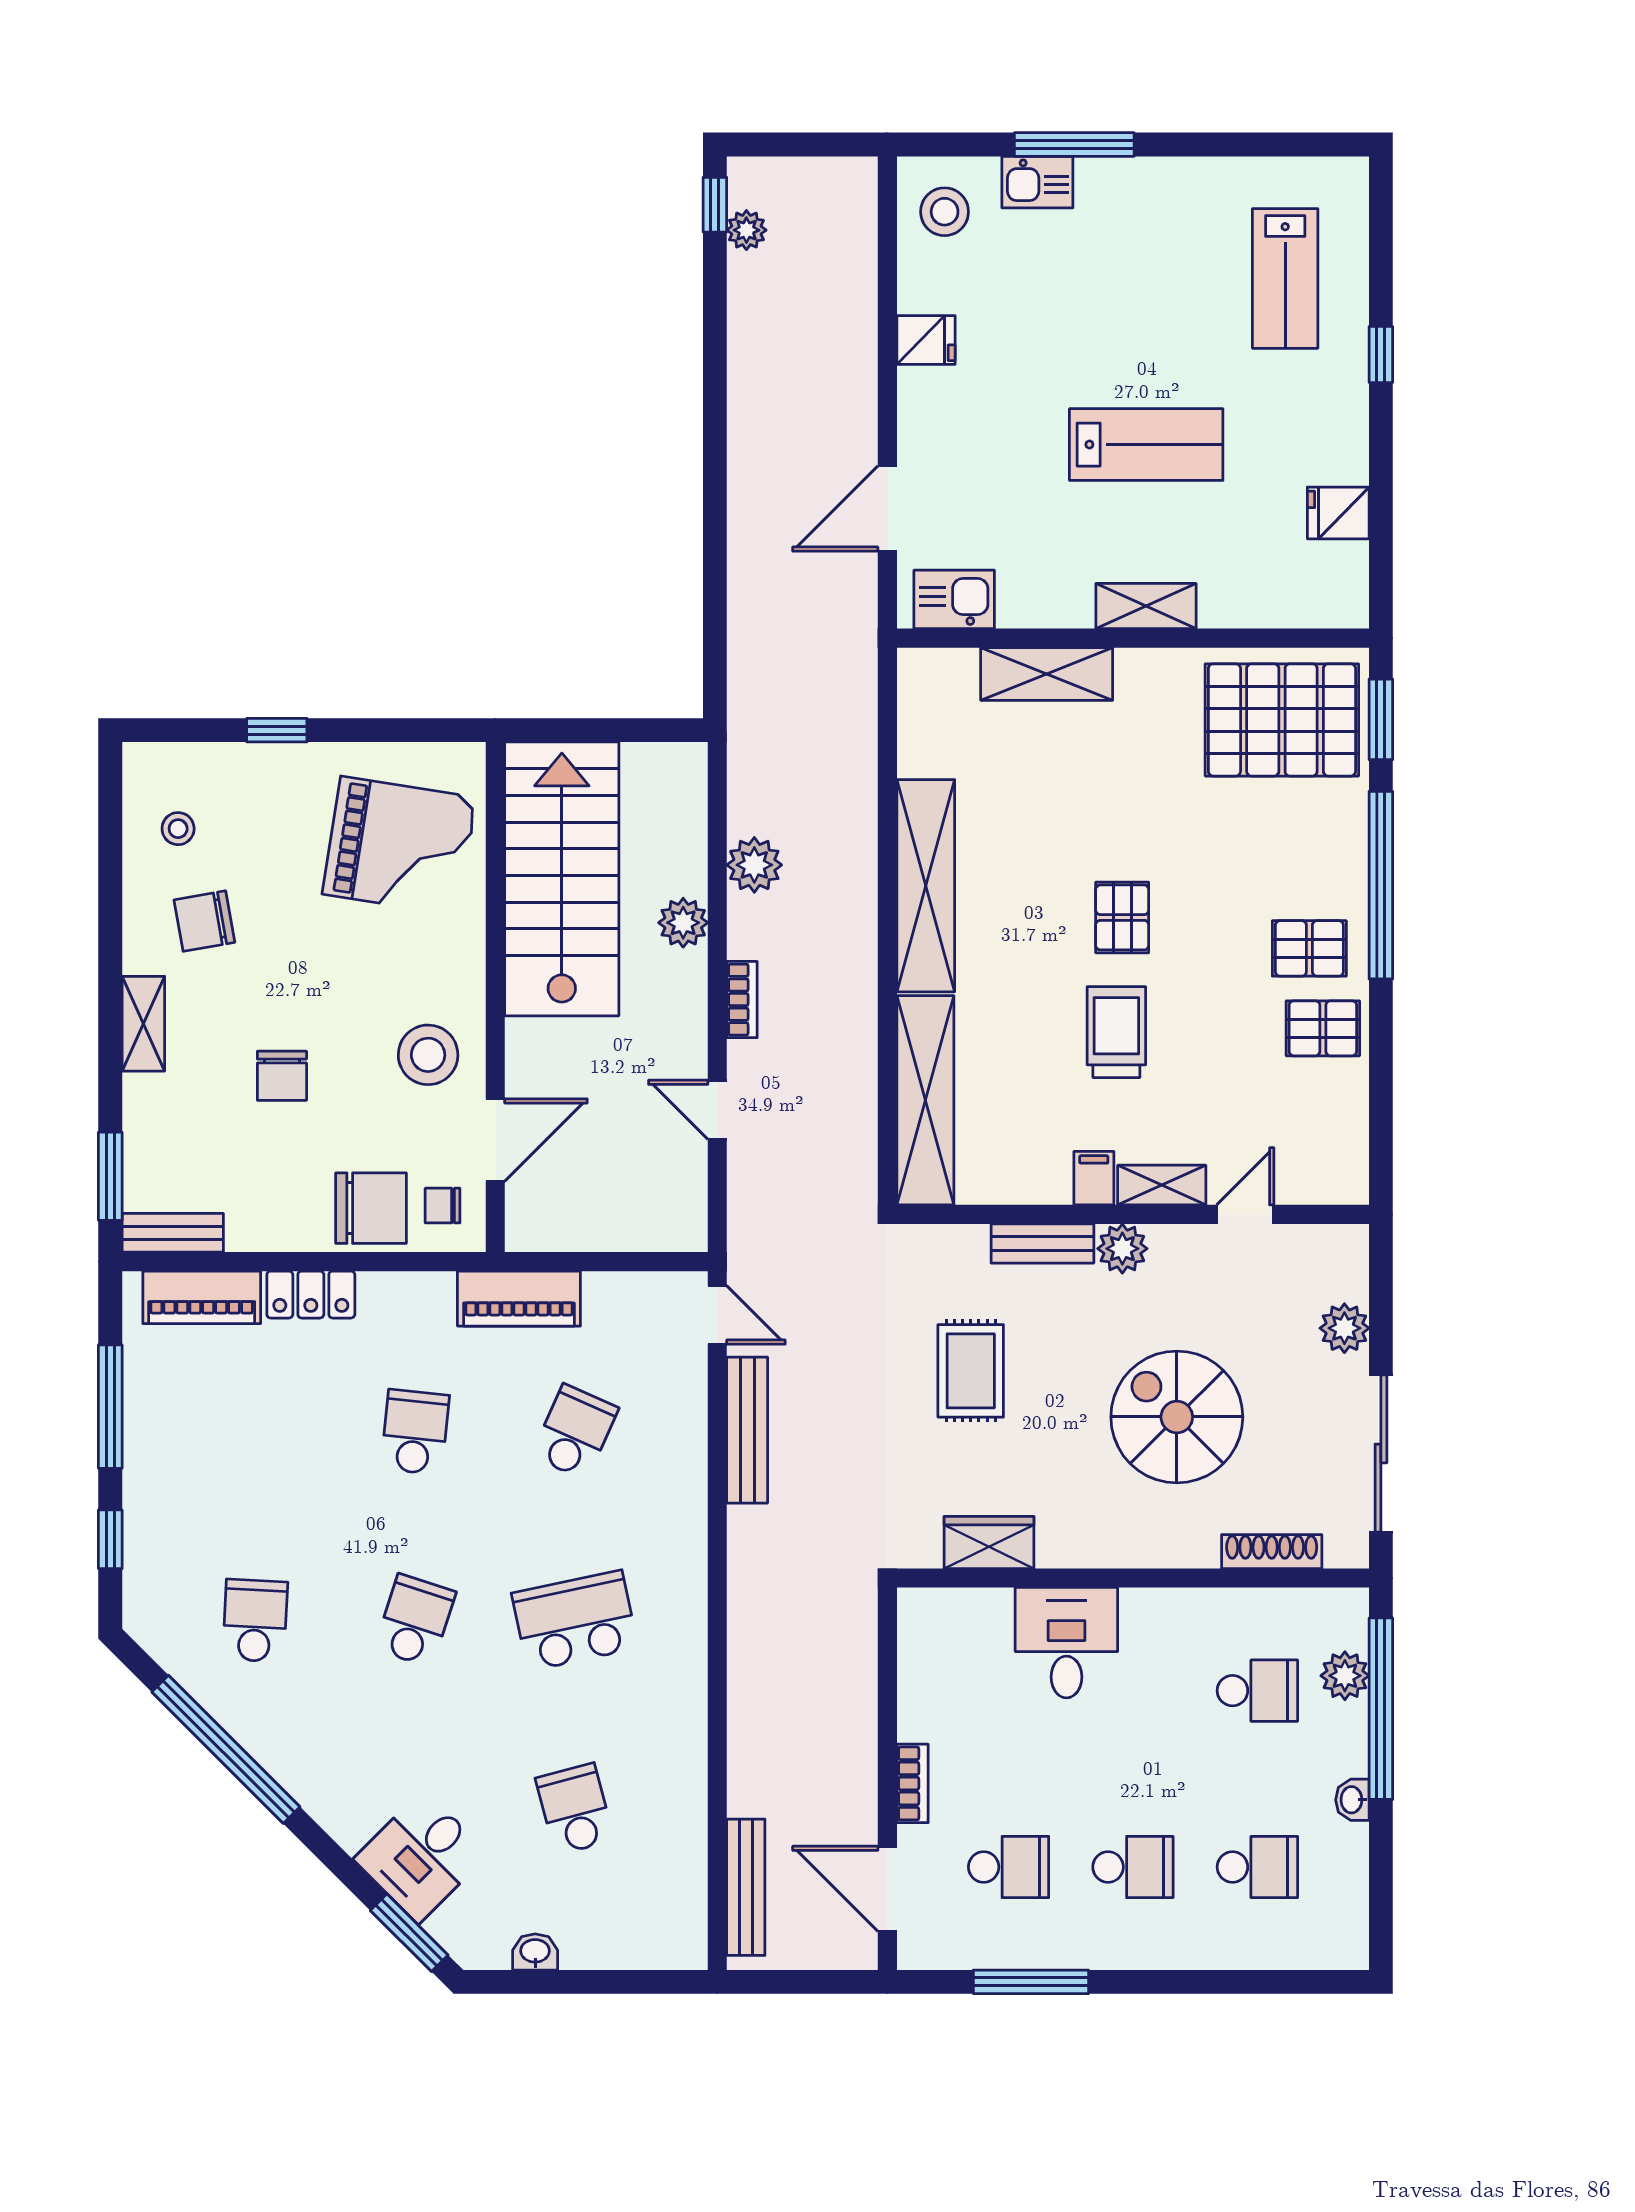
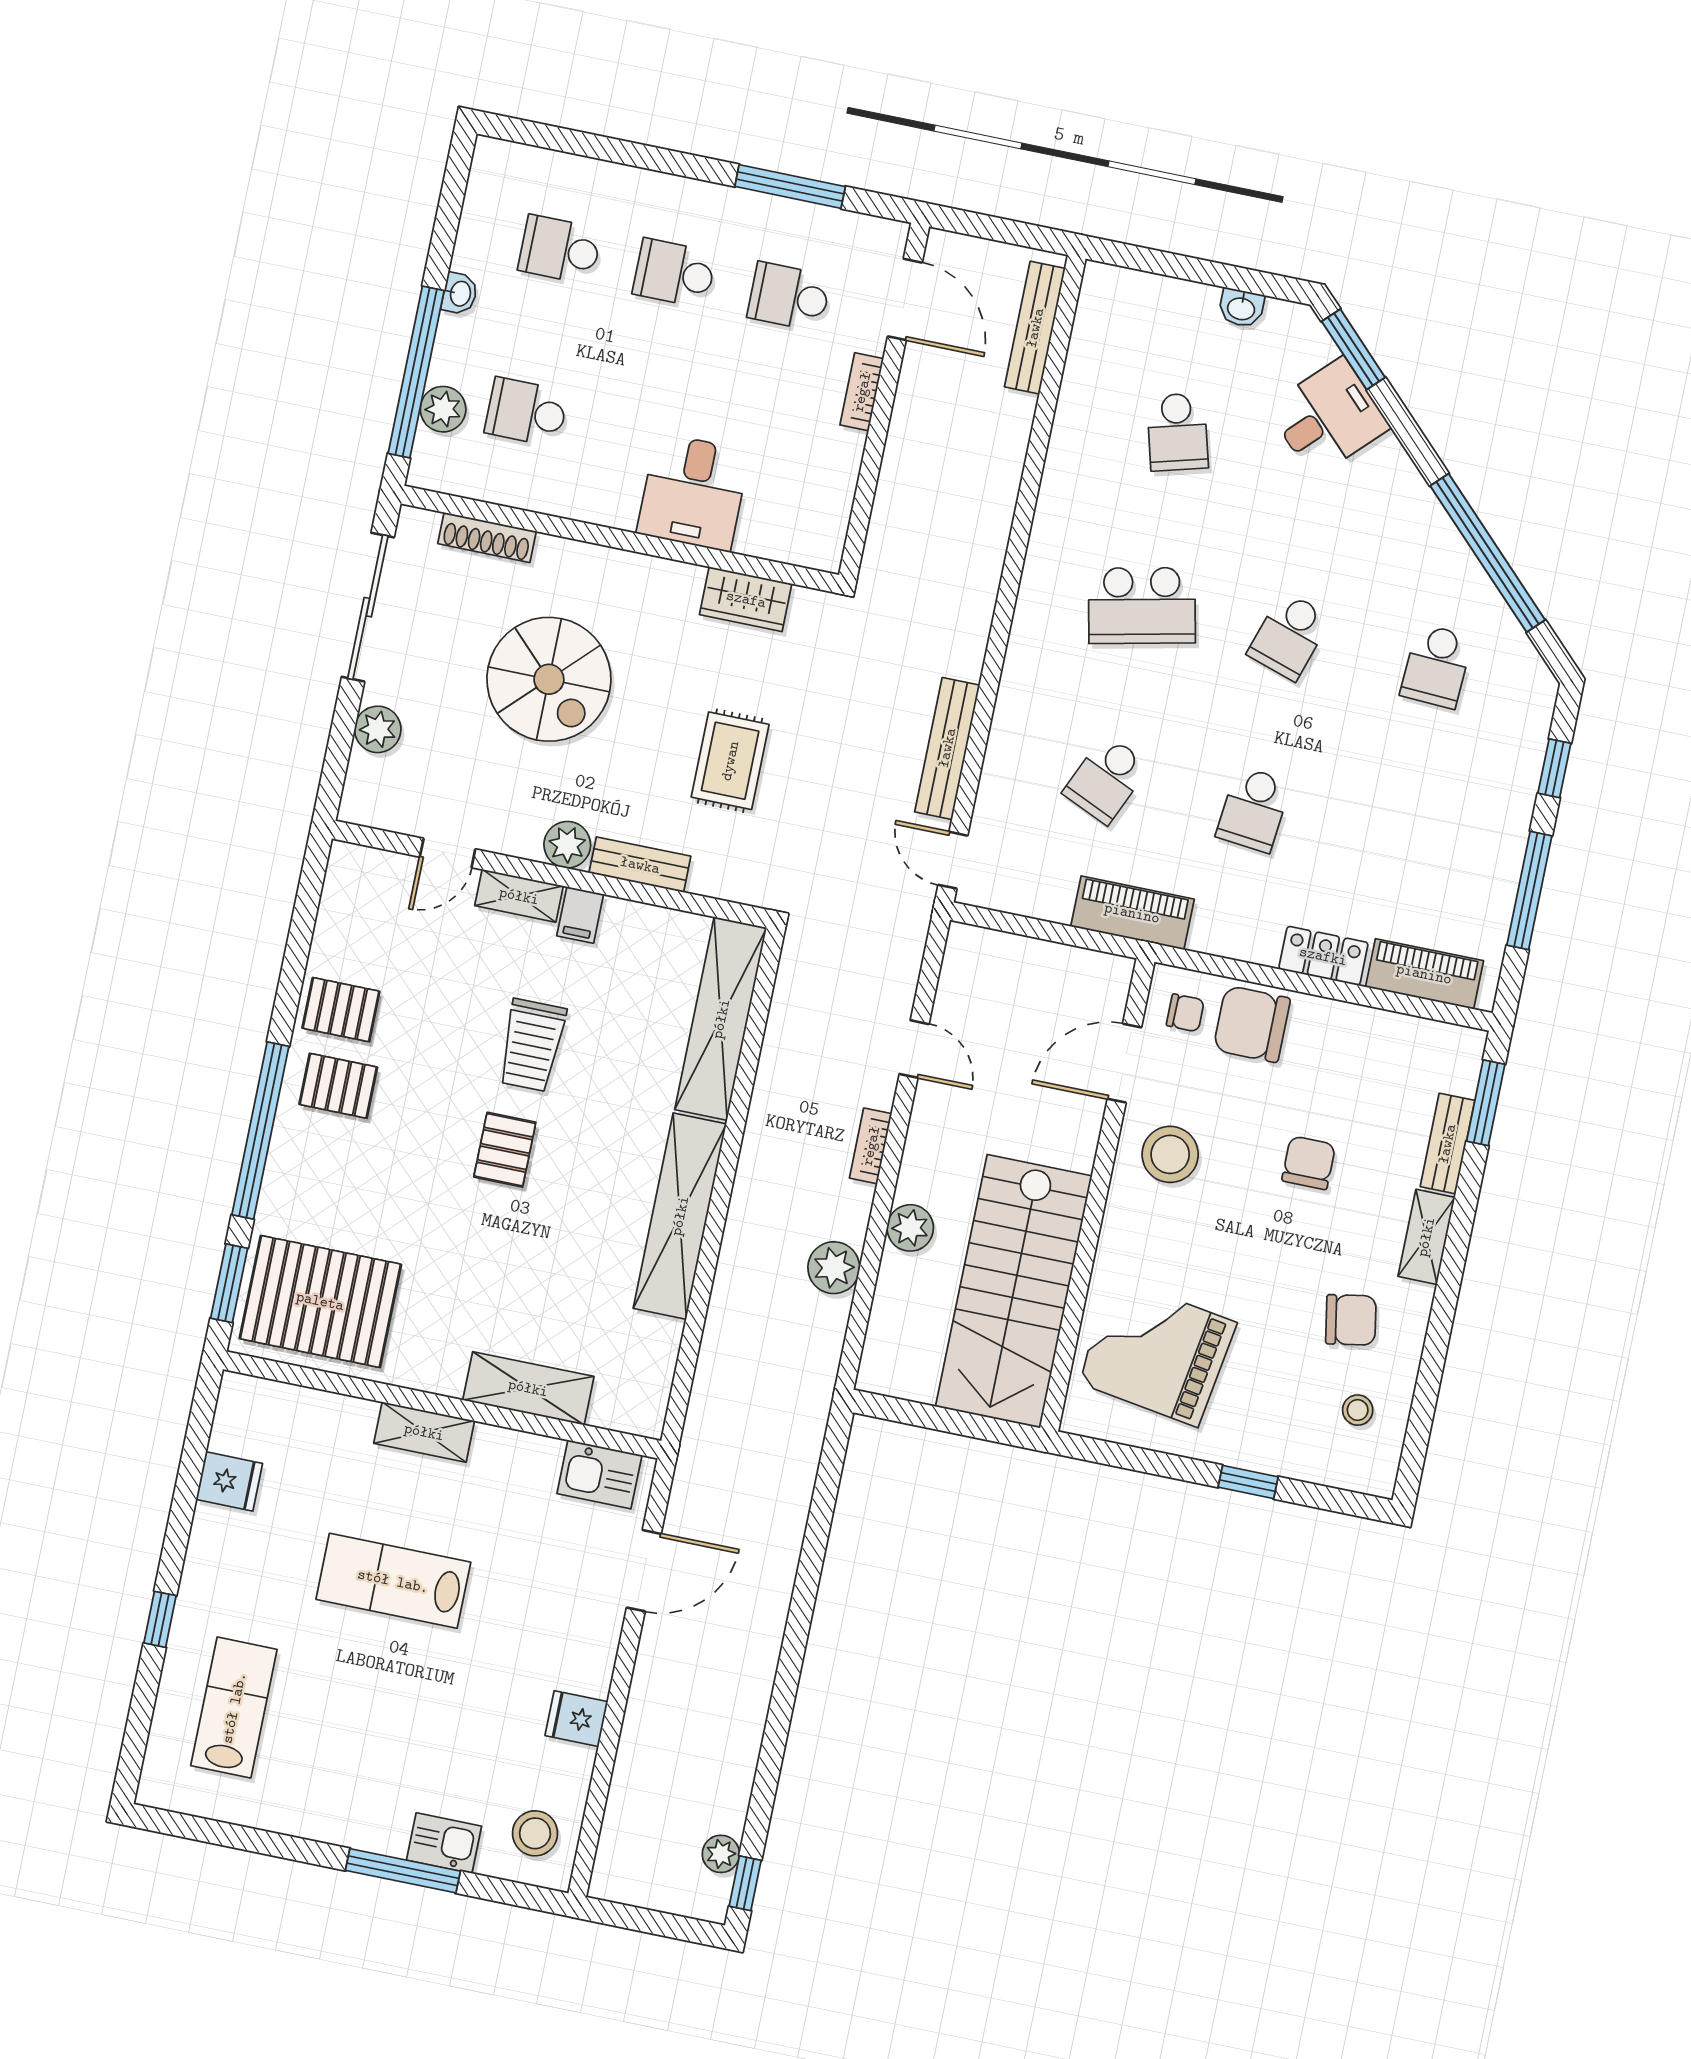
bench: (173, 1233) -> (1447, 1144), moved, turned 90

